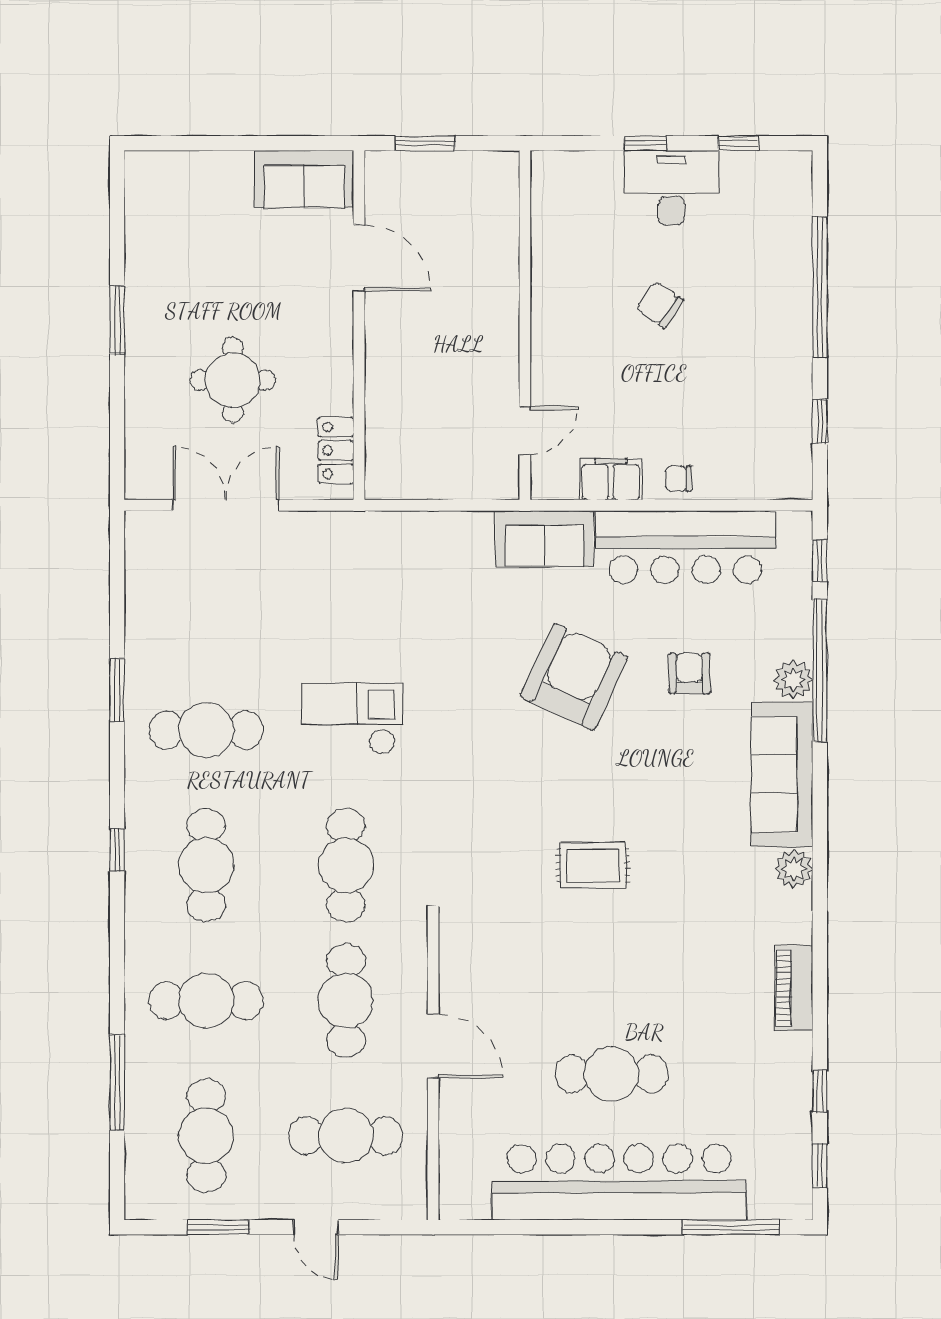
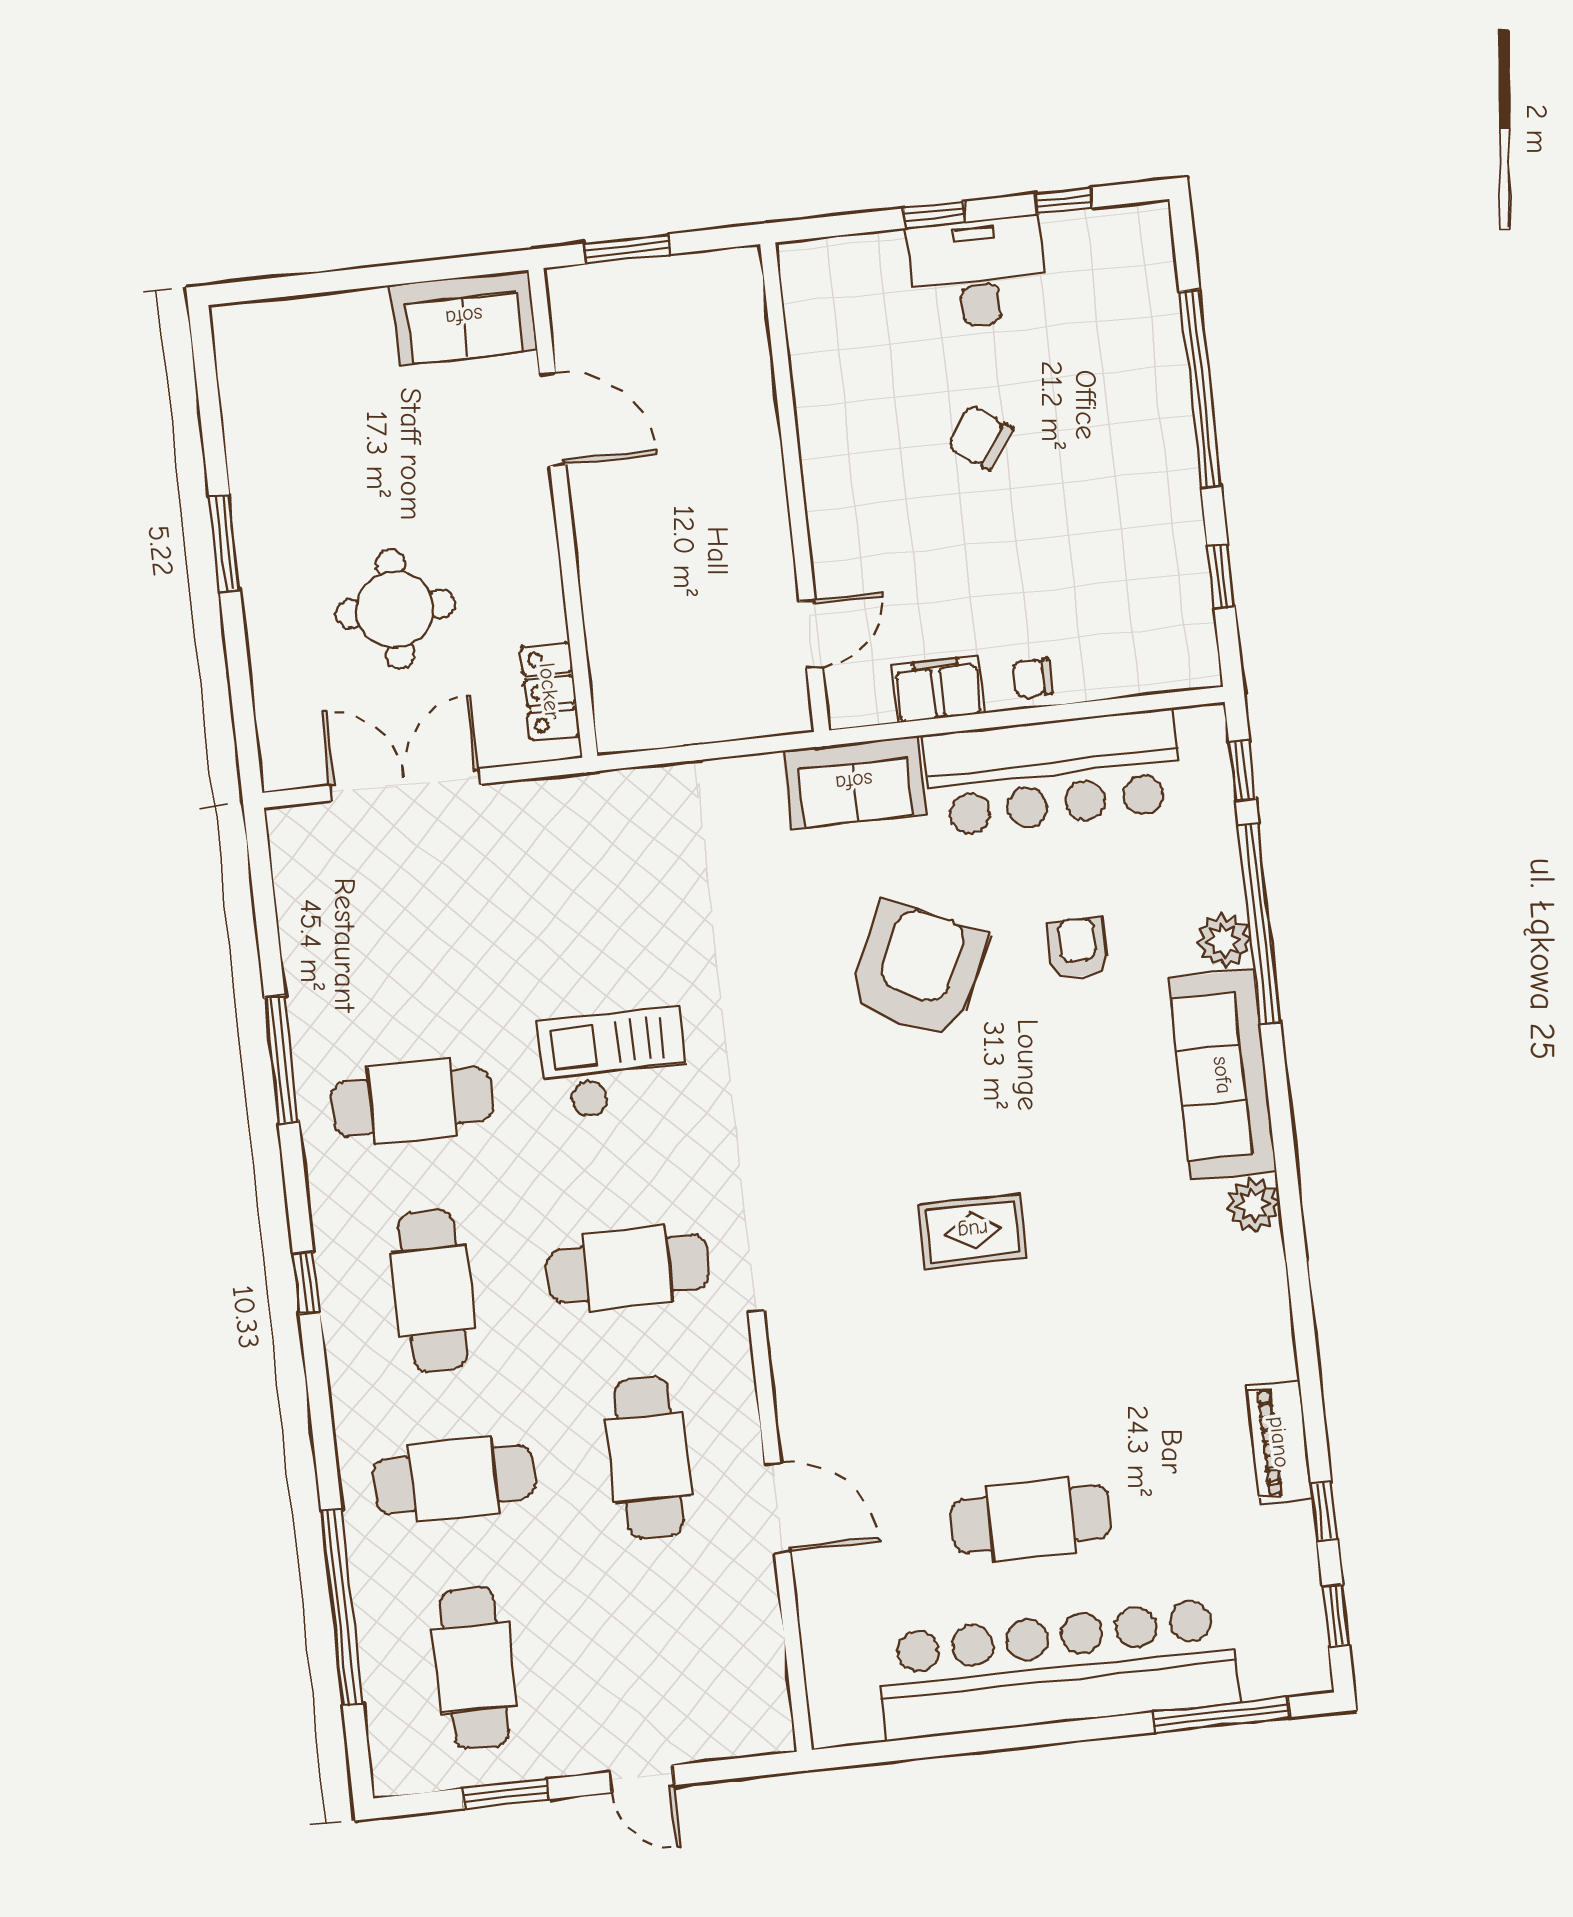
window: (117, 690) -> (282, 1059), width x1.44
cafe table: (346, 865) -> (628, 1269), turned 90
piano: (794, 988) -> (1280, 1442), moved
window: (117, 1082) -> (342, 1607), width x1.46
cafe table: (346, 1136) -> (670, 1646), removed

